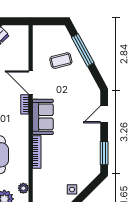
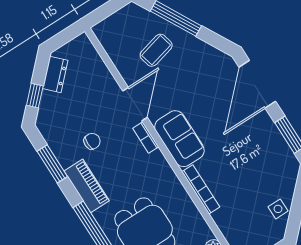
door: (31, 82) -> (135, 104), swing flipped
door: (104, 114) -> (257, 84), width x1.88

